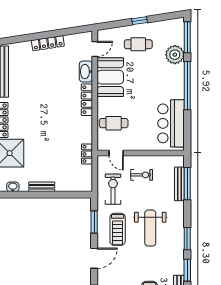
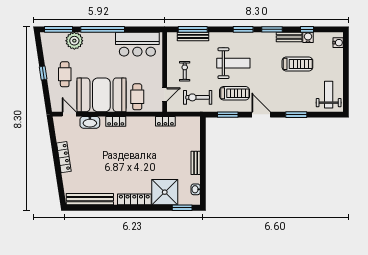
booth: (110, 77) -> (101, 95), width x1.36, depth x1.42
locker: (87, 100) -> (116, 121), width x0.66

